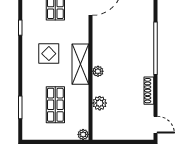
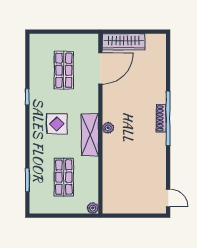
plant: (98, 71) -> (108, 128), moved
shoe rack: (149, 91) -> (161, 118), moved
plant: (100, 103) -> (110, 175), removed

